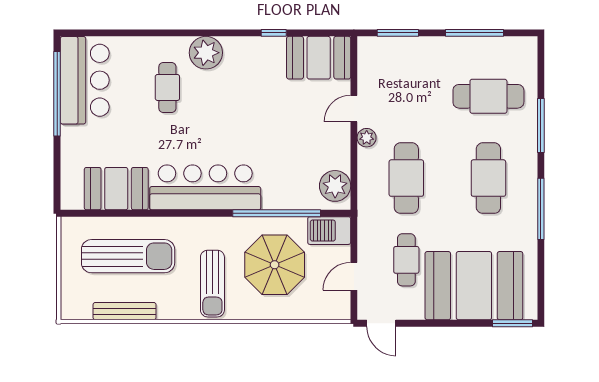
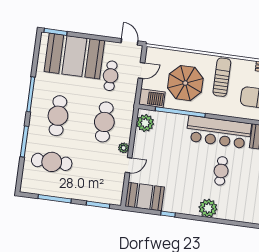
cafe table: (167, 87) -> (221, 171), moved

